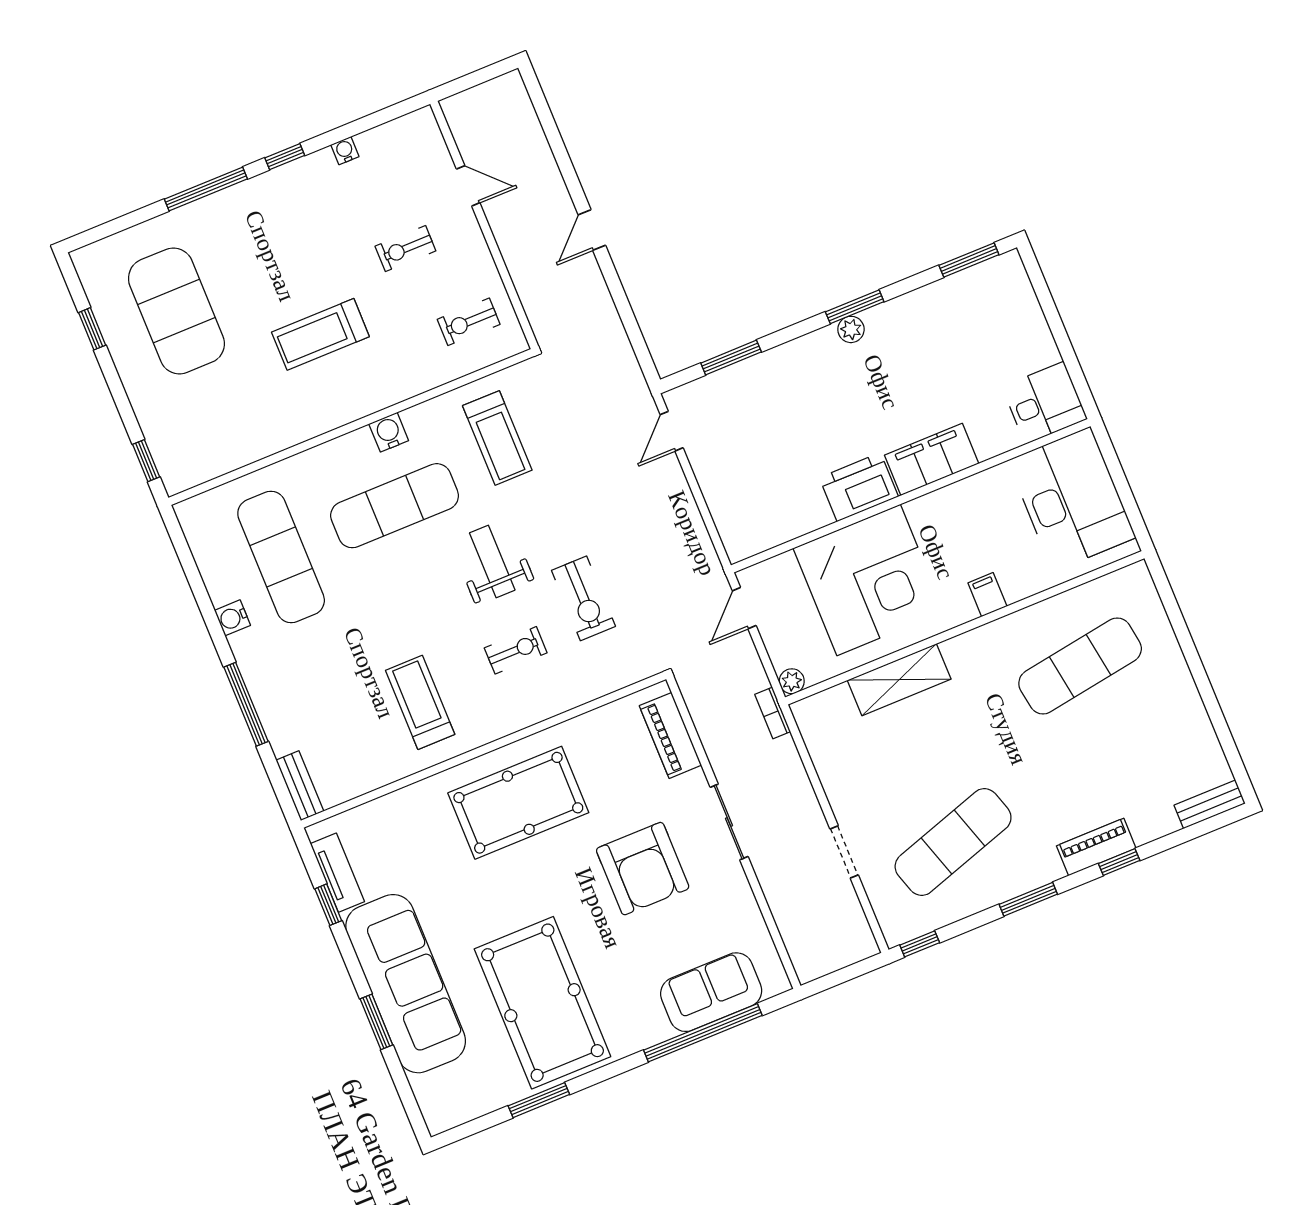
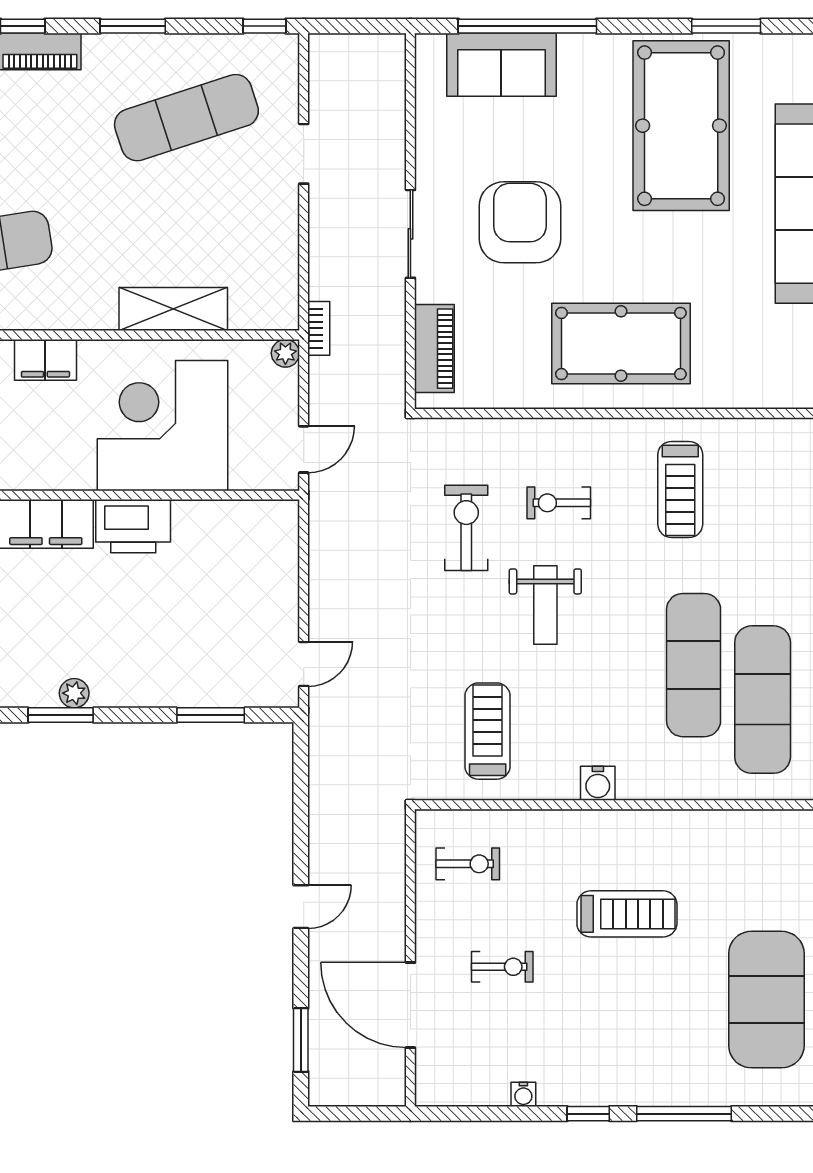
window: (547, 120) -> (301, 1040), added
door: (468, 186) -> (410, 1005), width x1.87
exercise mat: (395, 506) -> (694, 665), moved, turned 90
filing cabinet: (987, 595) -> (45, 360), width x2.00

